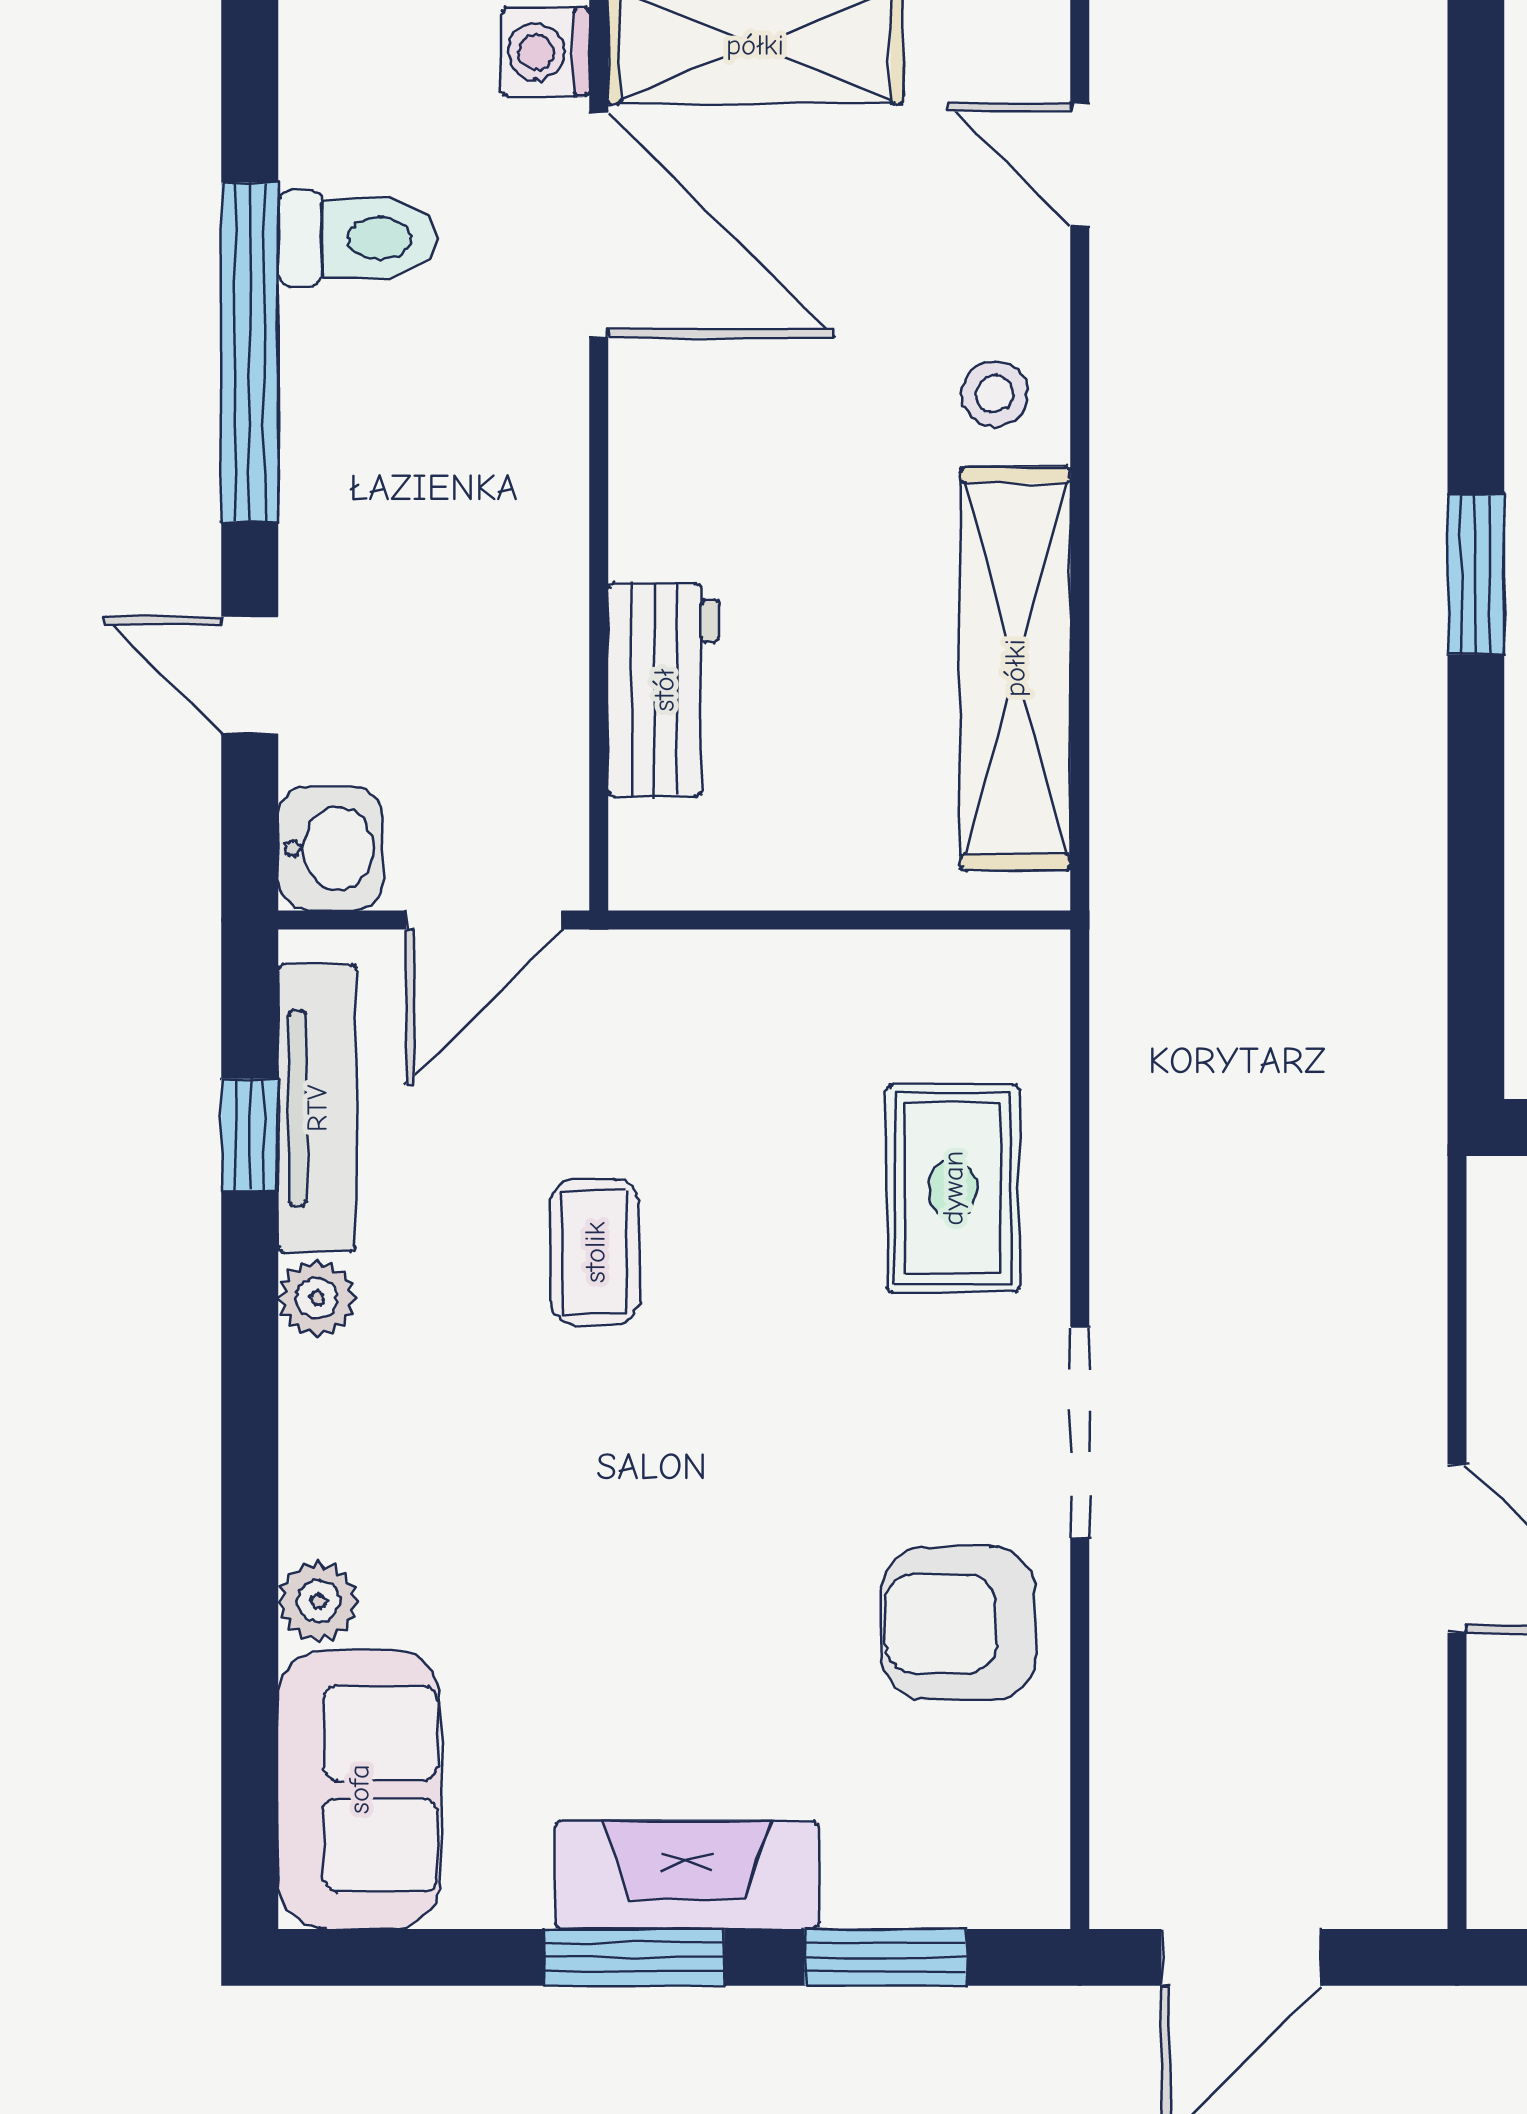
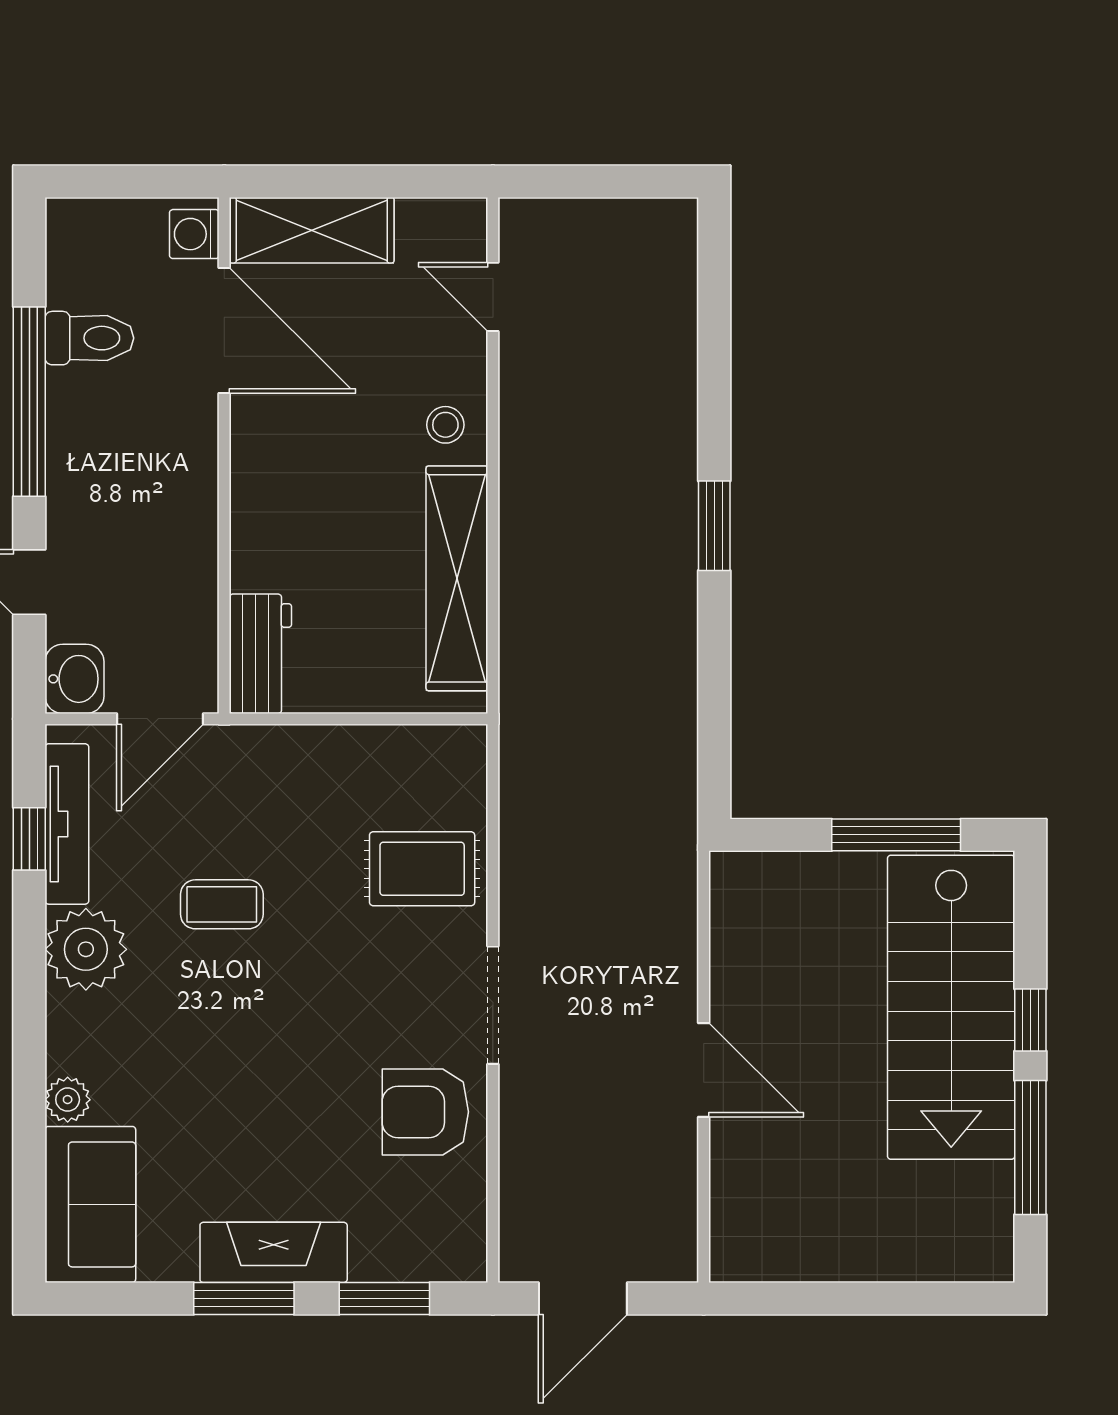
workbench: (664, 690) -> (260, 654), moved
rug: (953, 1188) -> (422, 869), turned 90
coffee table: (595, 1252) -> (222, 904), turned 90
plant: (317, 1298) -> (86, 949), width x1.87, depth x1.87

